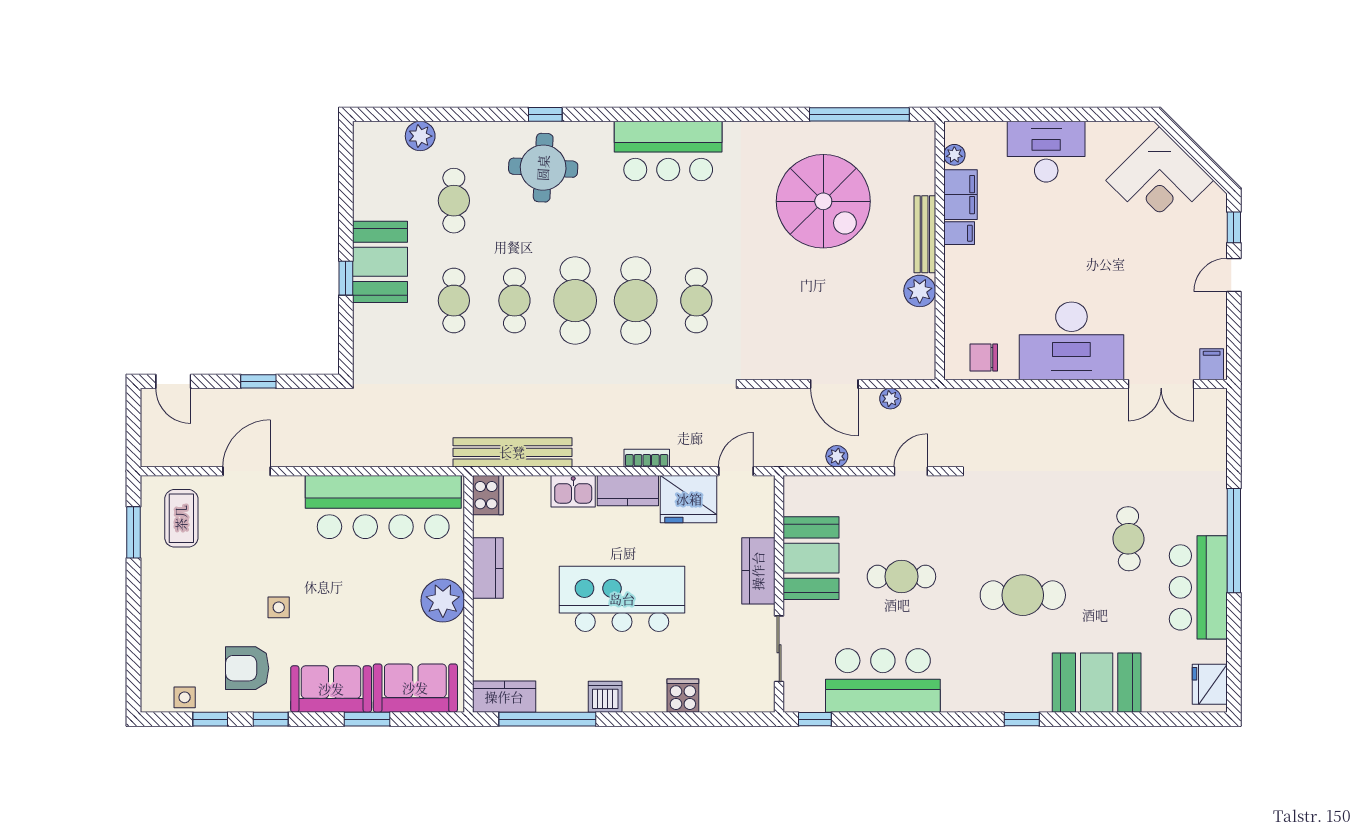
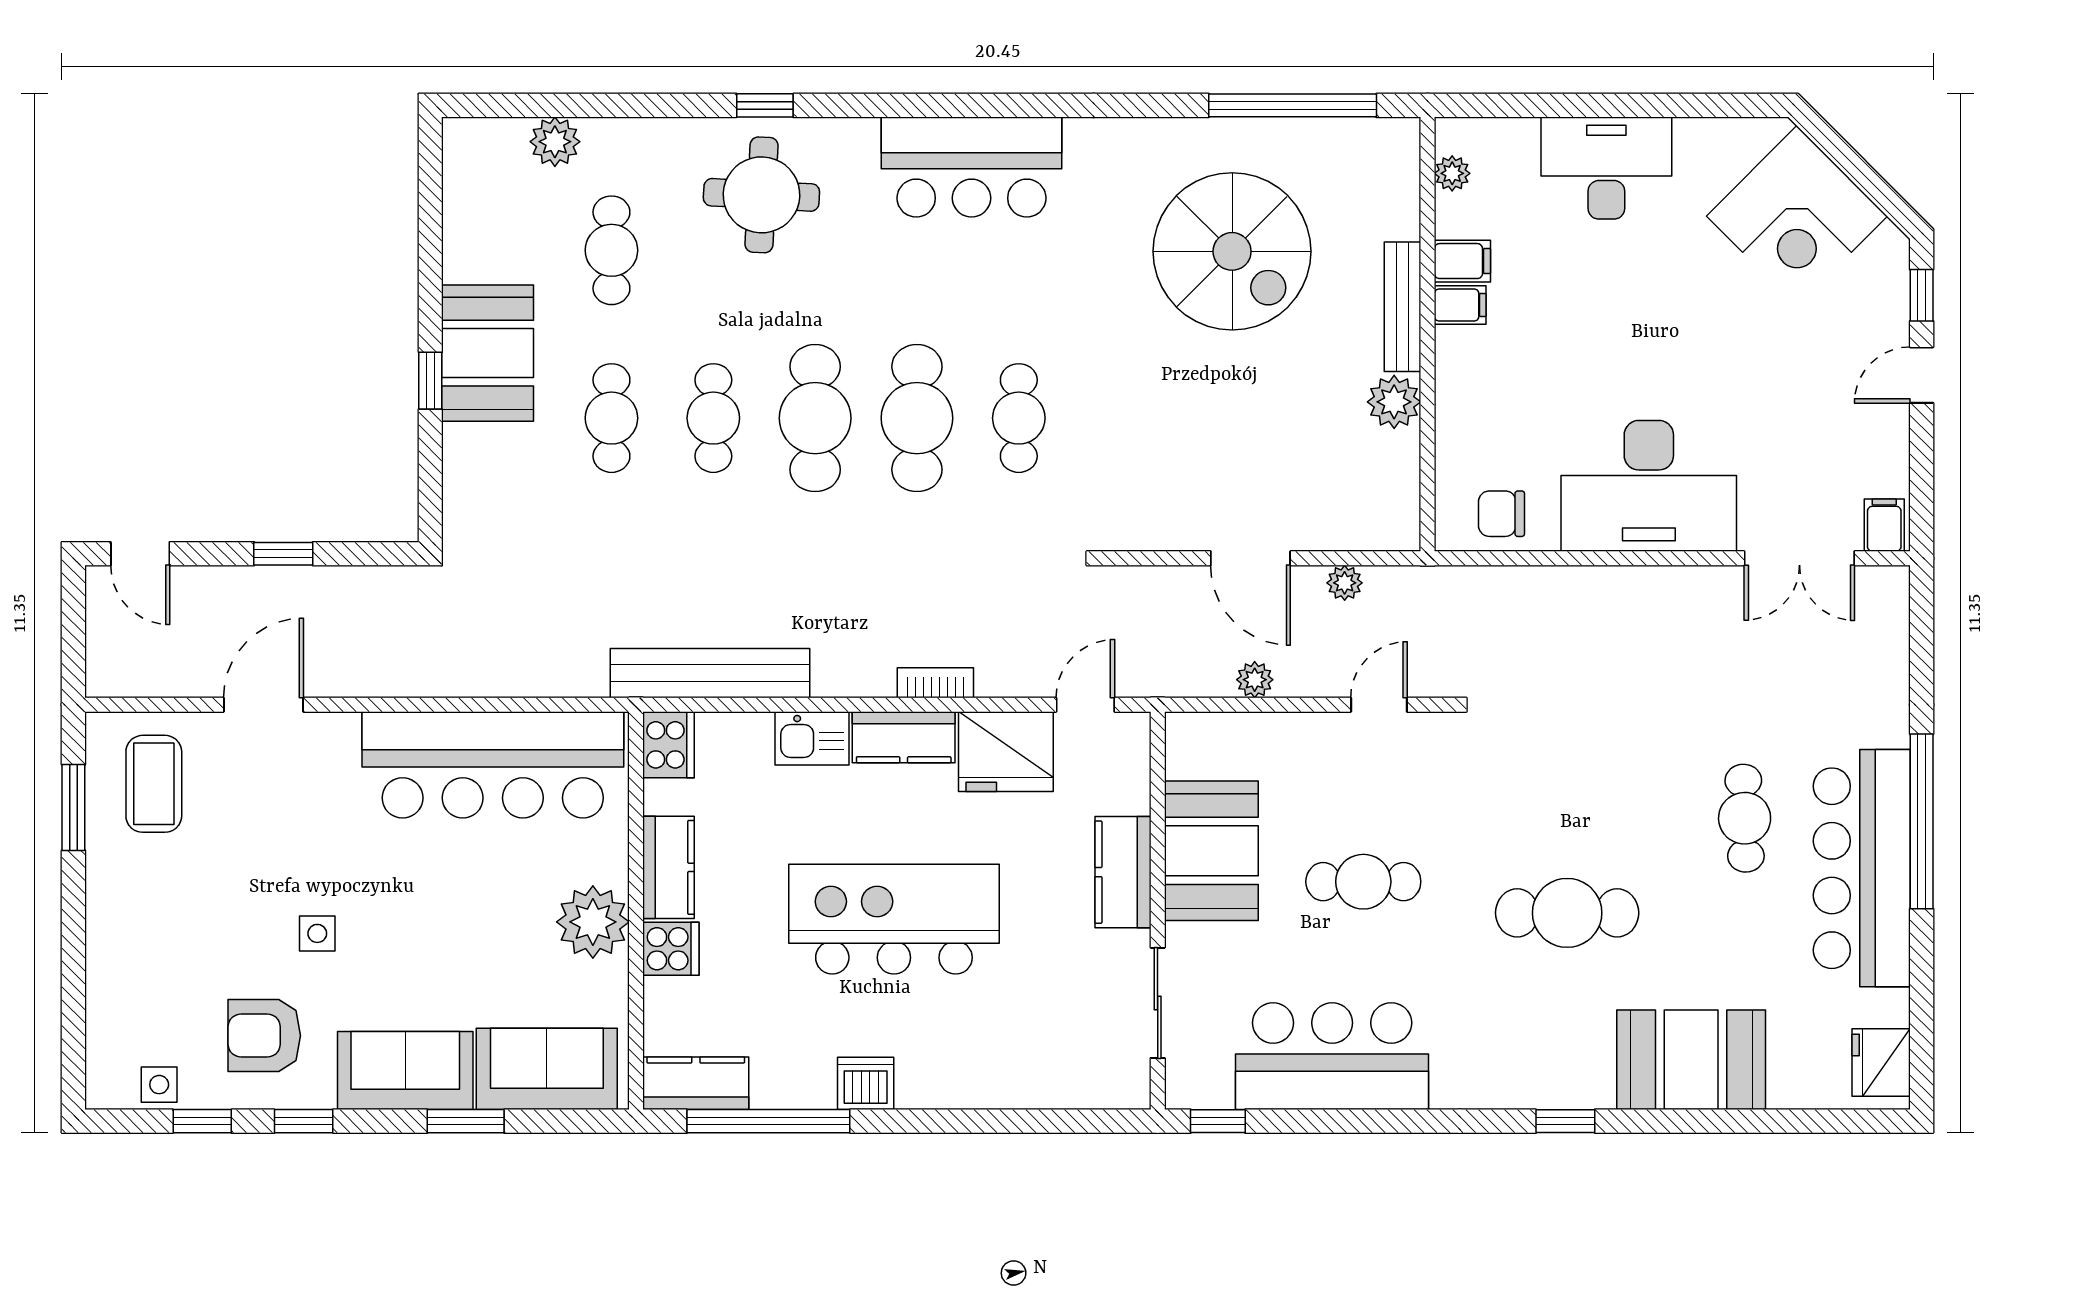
filing cabinet: (960, 195) -> (1462, 261), width x0.50
bar counter: (1198, 587) -> (1862, 868), width x1.36
cooker: (683, 696) -> (671, 949), moved, turned 90

